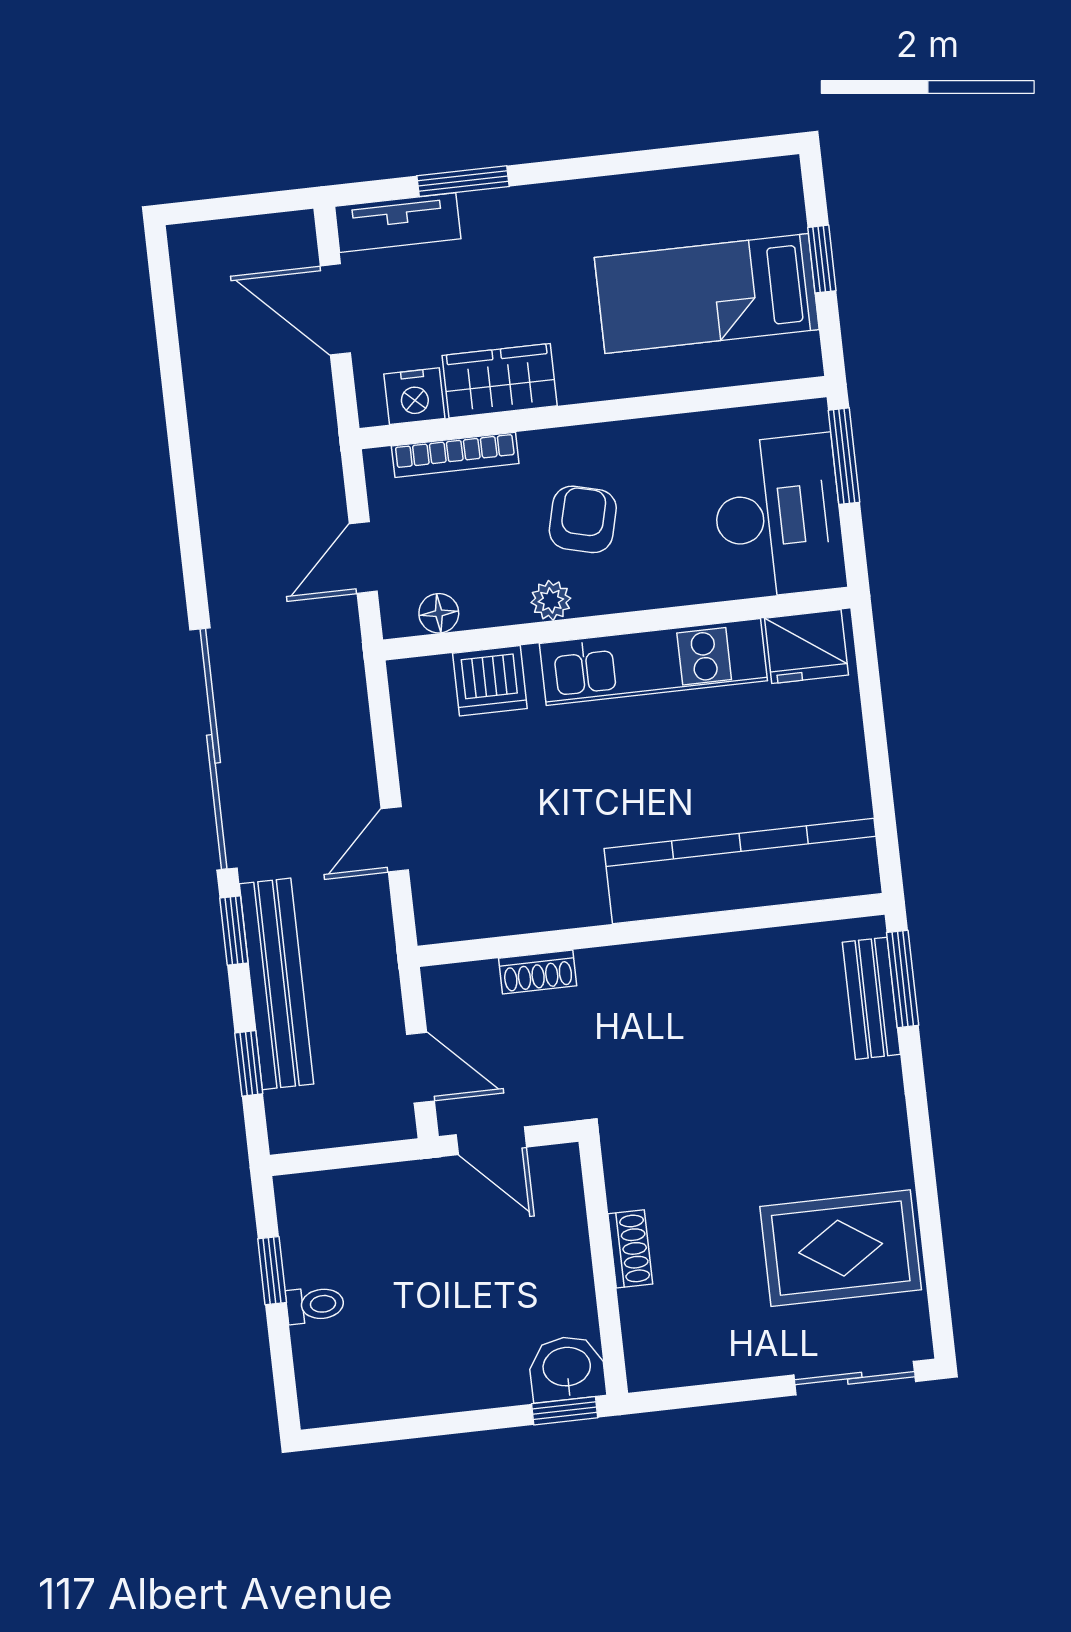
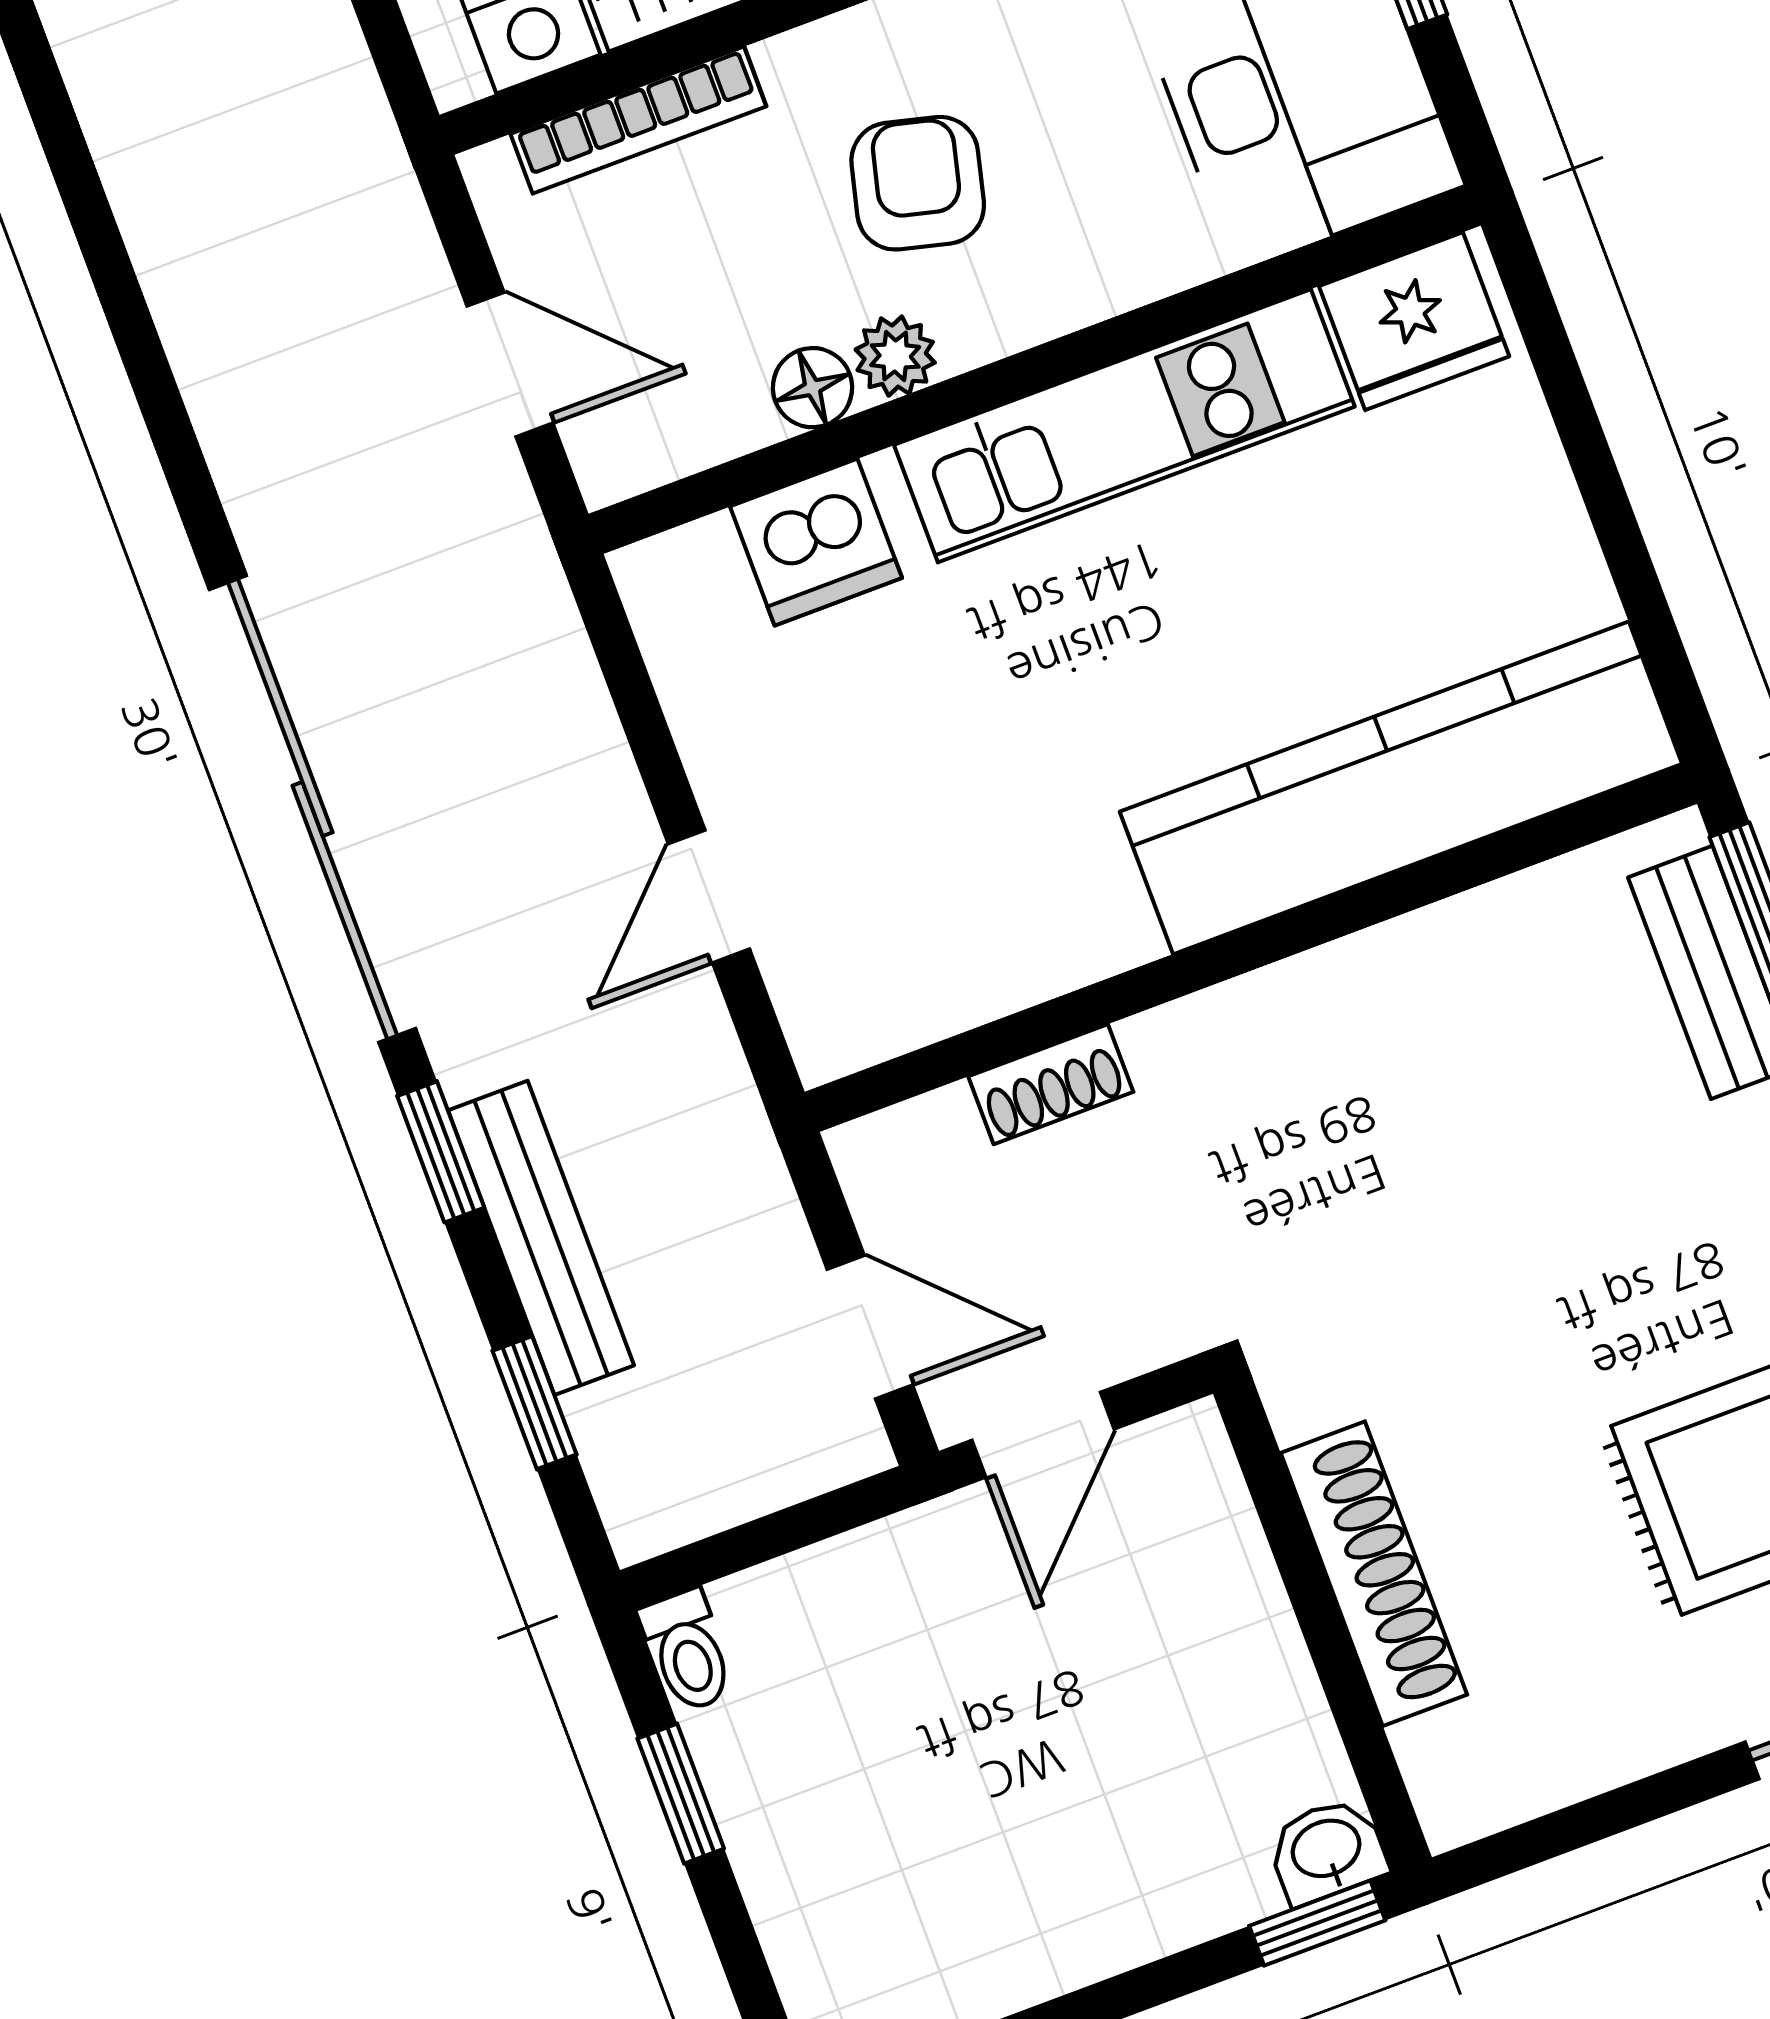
door: (363, 558) -> (510, 364), swing flipped
floor lamp: (439, 613) -> (813, 388), moved
bench: (277, 984) -> (541, 1238), width x0.73, depth x0.82
door: (491, 1141) -> (1043, 1435), hinge flipped
shoe rack: (630, 1249) -> (1374, 1574), width x1.94, depth x1.24
toilet: (315, 1305) -> (687, 1651), moved, turned 90
washbasin: (567, 1368) -> (1327, 1851), width x0.72, depth x0.69

